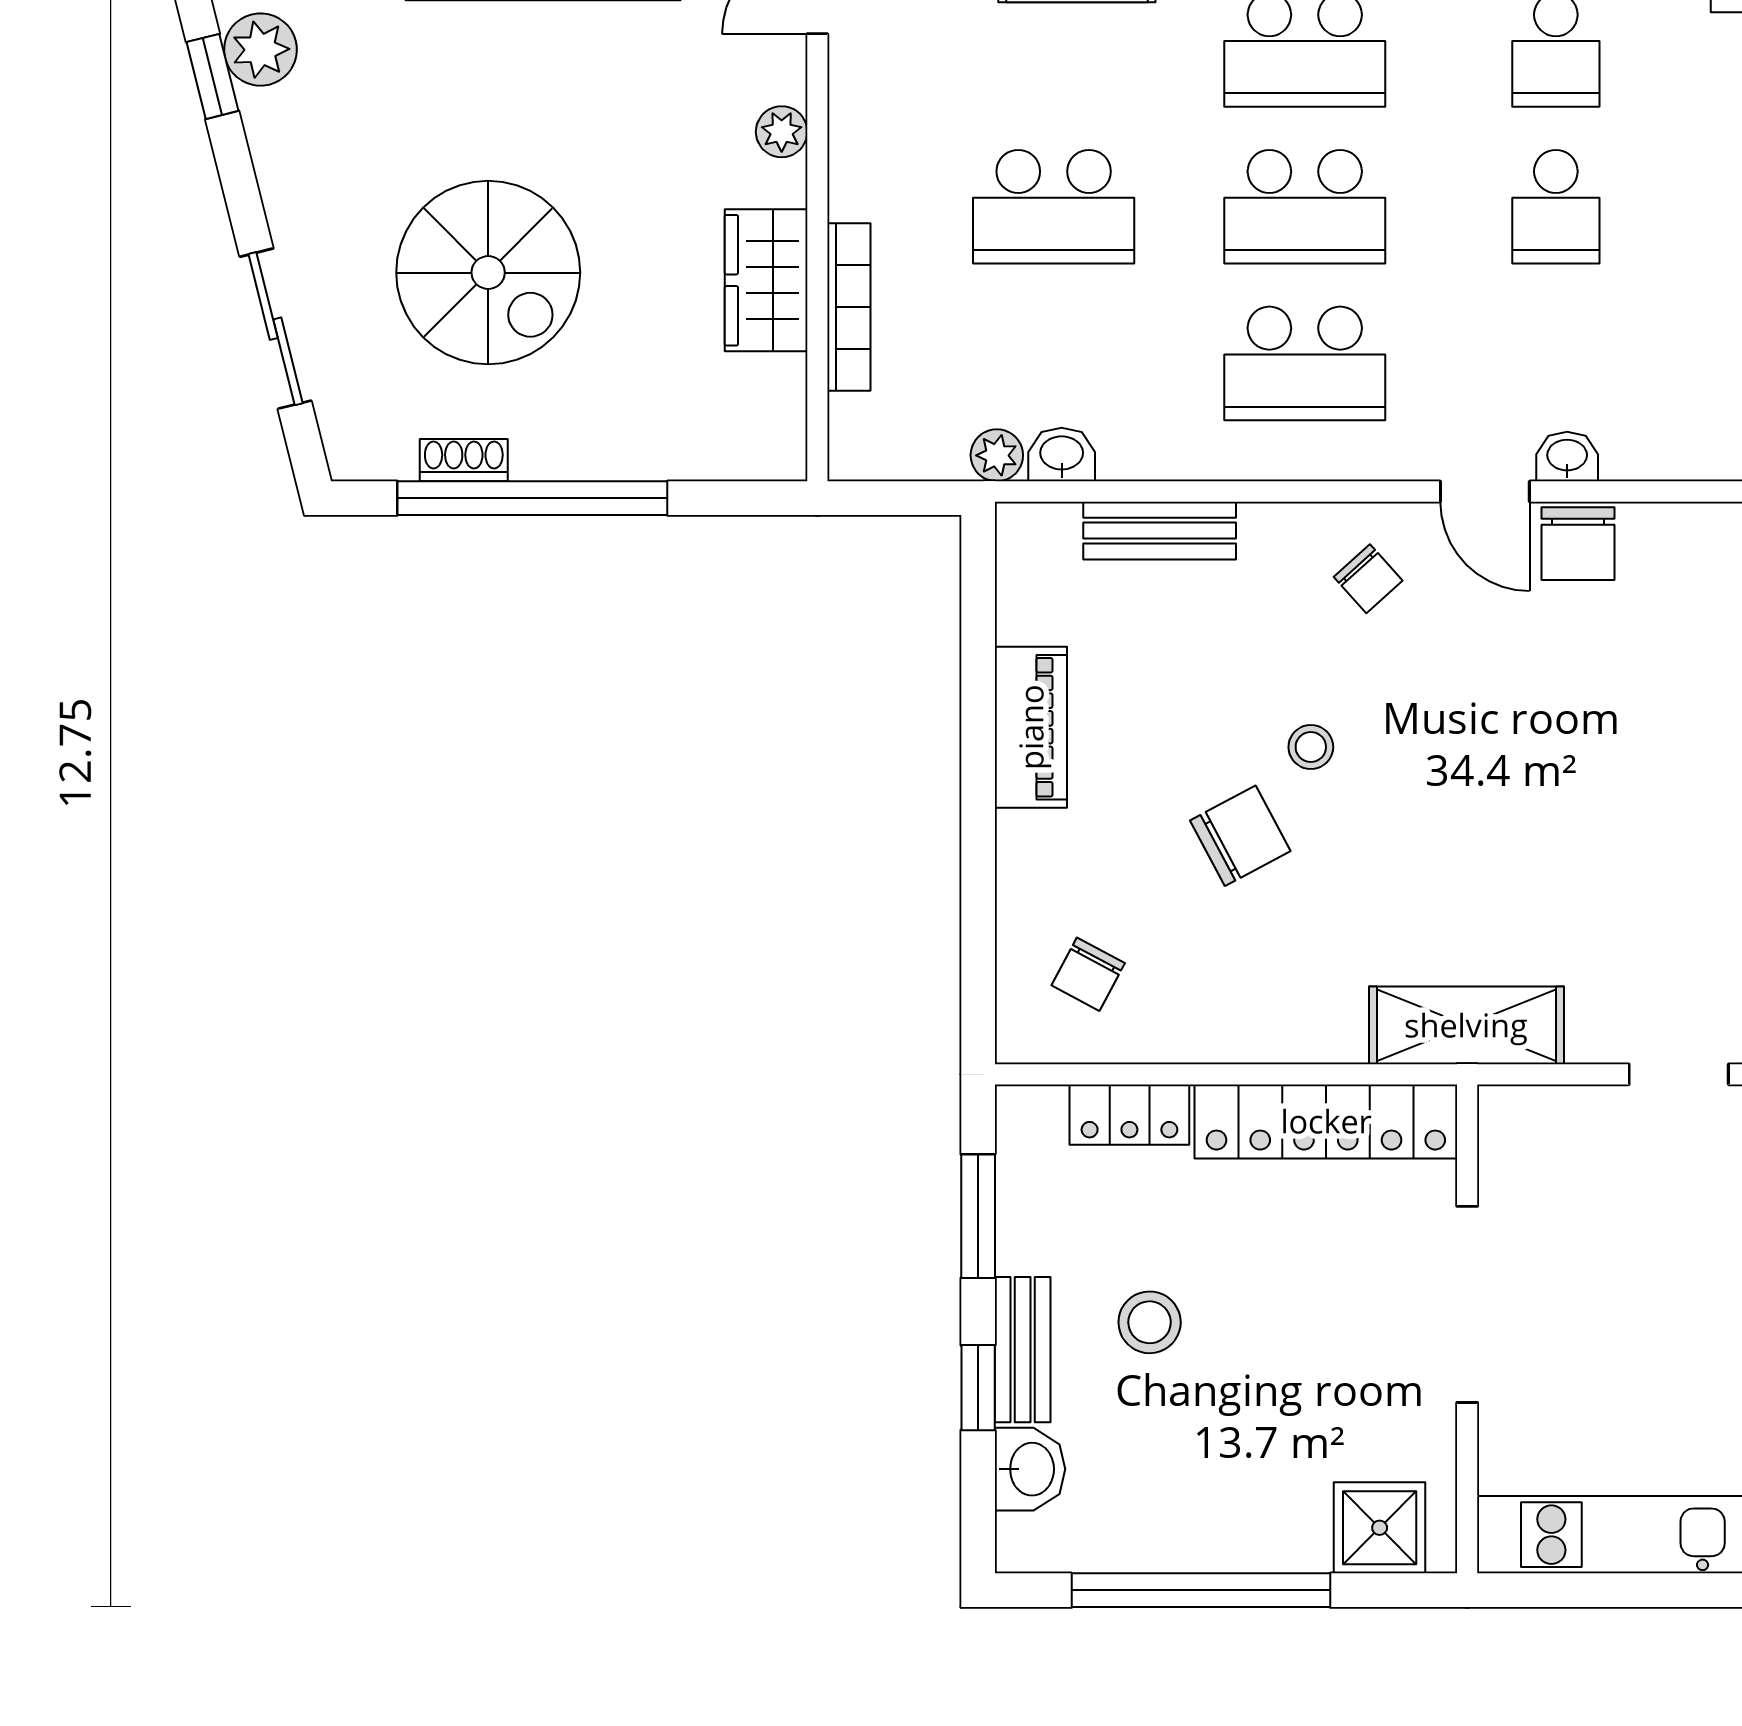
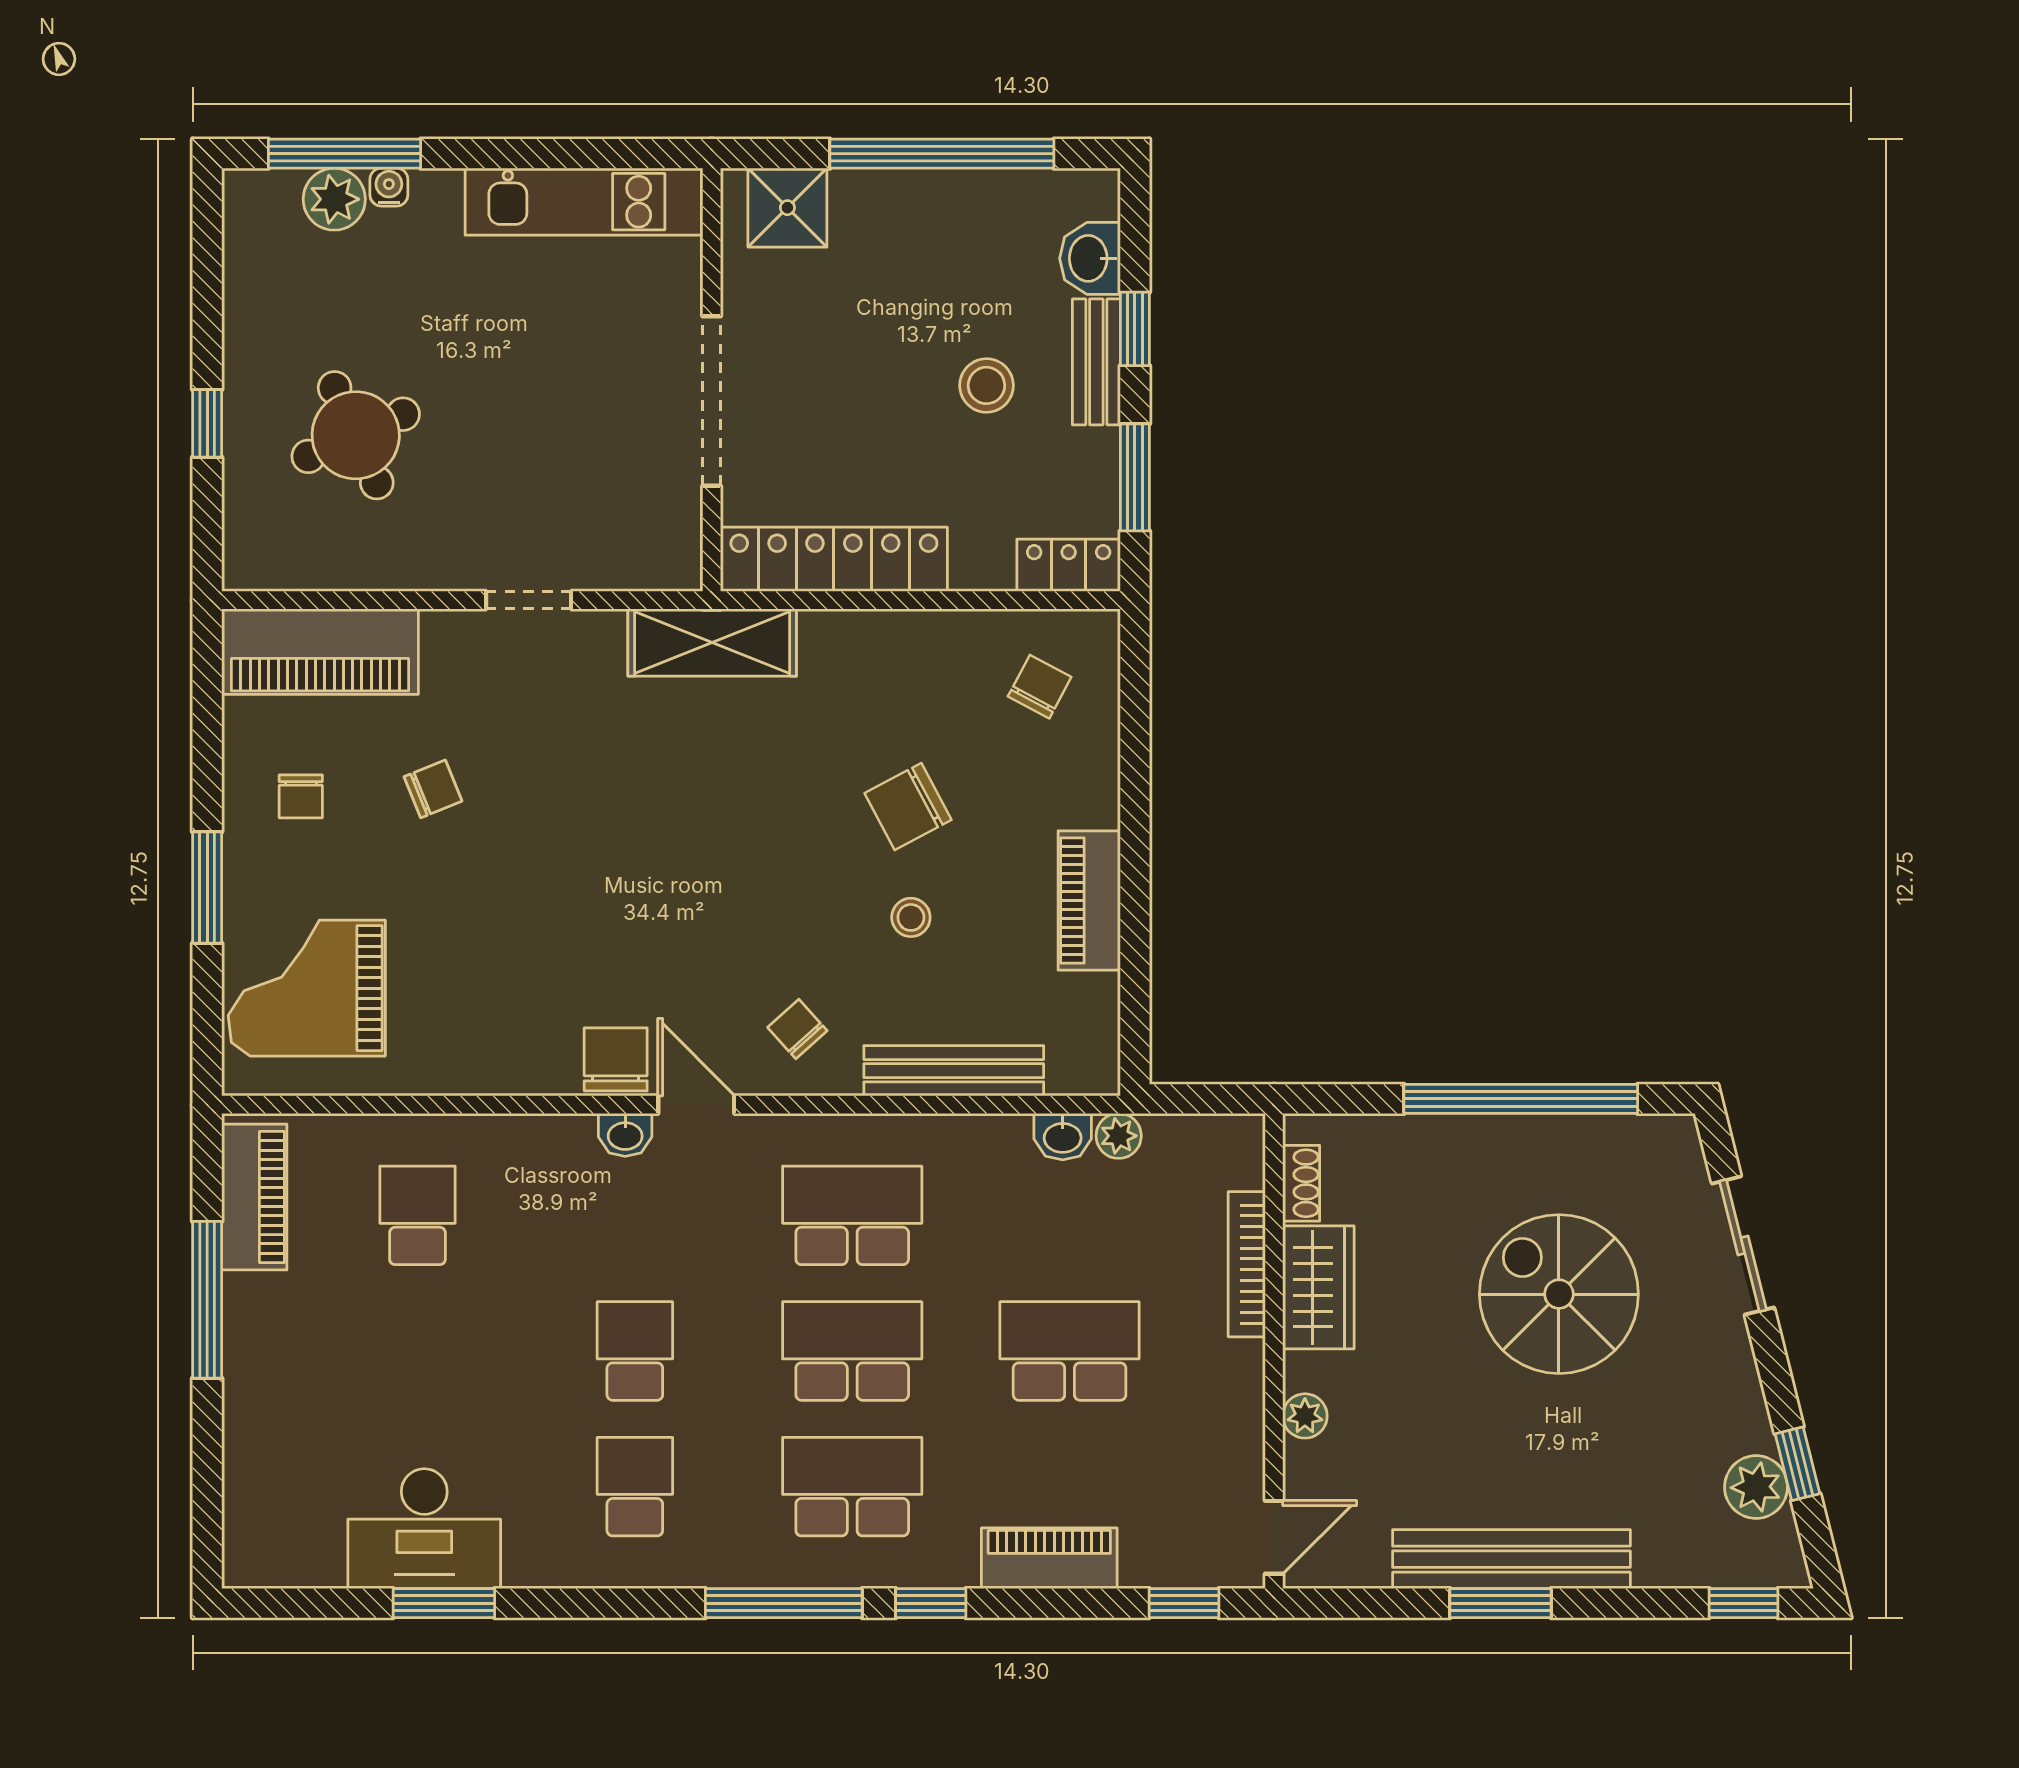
shoe rack: (464, 460) -> (1301, 1183), moved, turned -90
bench: (1160, 531) -> (954, 1071), width x1.36
stool: (1311, 747) -> (911, 917), moved
locker: (1129, 1115) -> (1069, 565), moved

